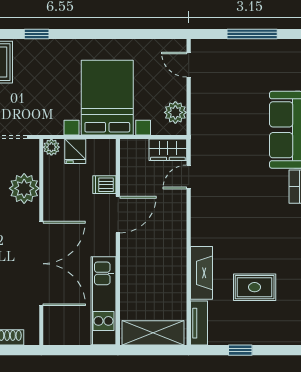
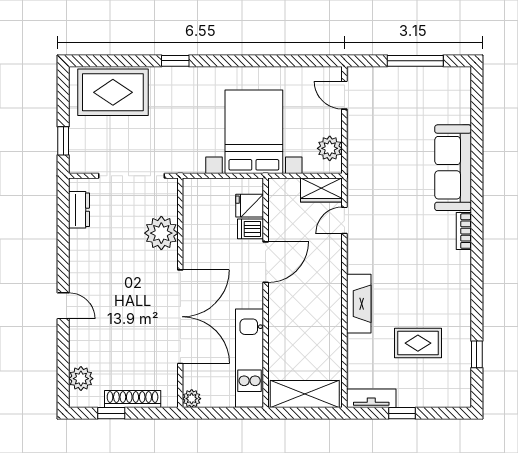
plant: (51, 147) -> (192, 399), moved
fridge: (75, 151) -> (250, 206), moved, turned 90
fireplace: (201, 273) -> (359, 304), moved
tv unit: (199, 323) -> (371, 398), moved, turned -90

